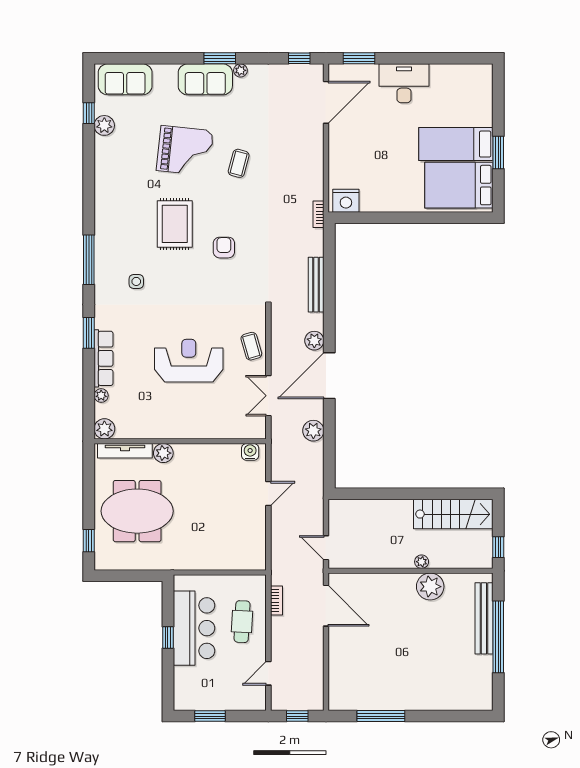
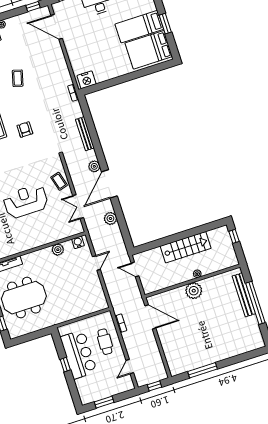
door: (326, 102) -> (57, 27), swing flipped
plant: (163, 453) -> (58, 250), moved
stairs: (453, 514) -> (186, 247), moved
window: (498, 547) -> (234, 236), moved
door: (326, 548) -> (135, 269), moved
plant: (430, 587) -> (194, 291), moved

